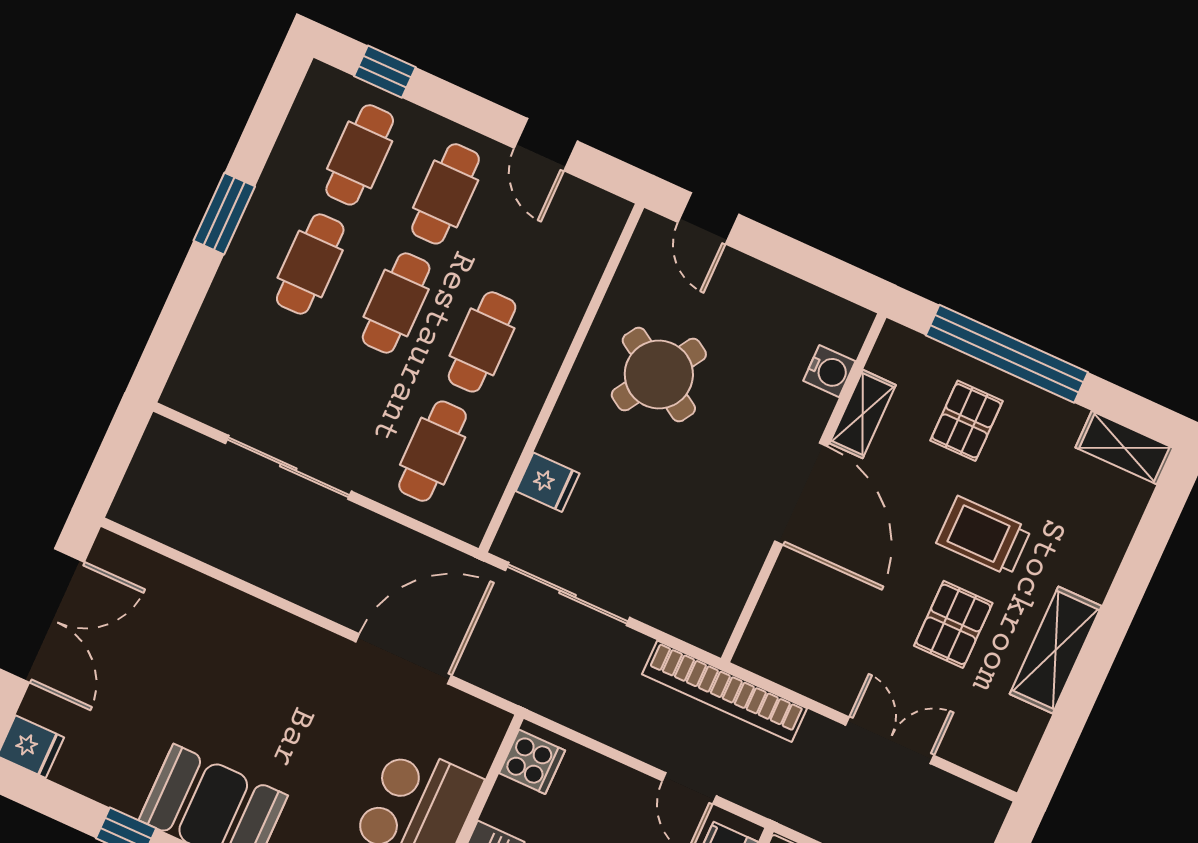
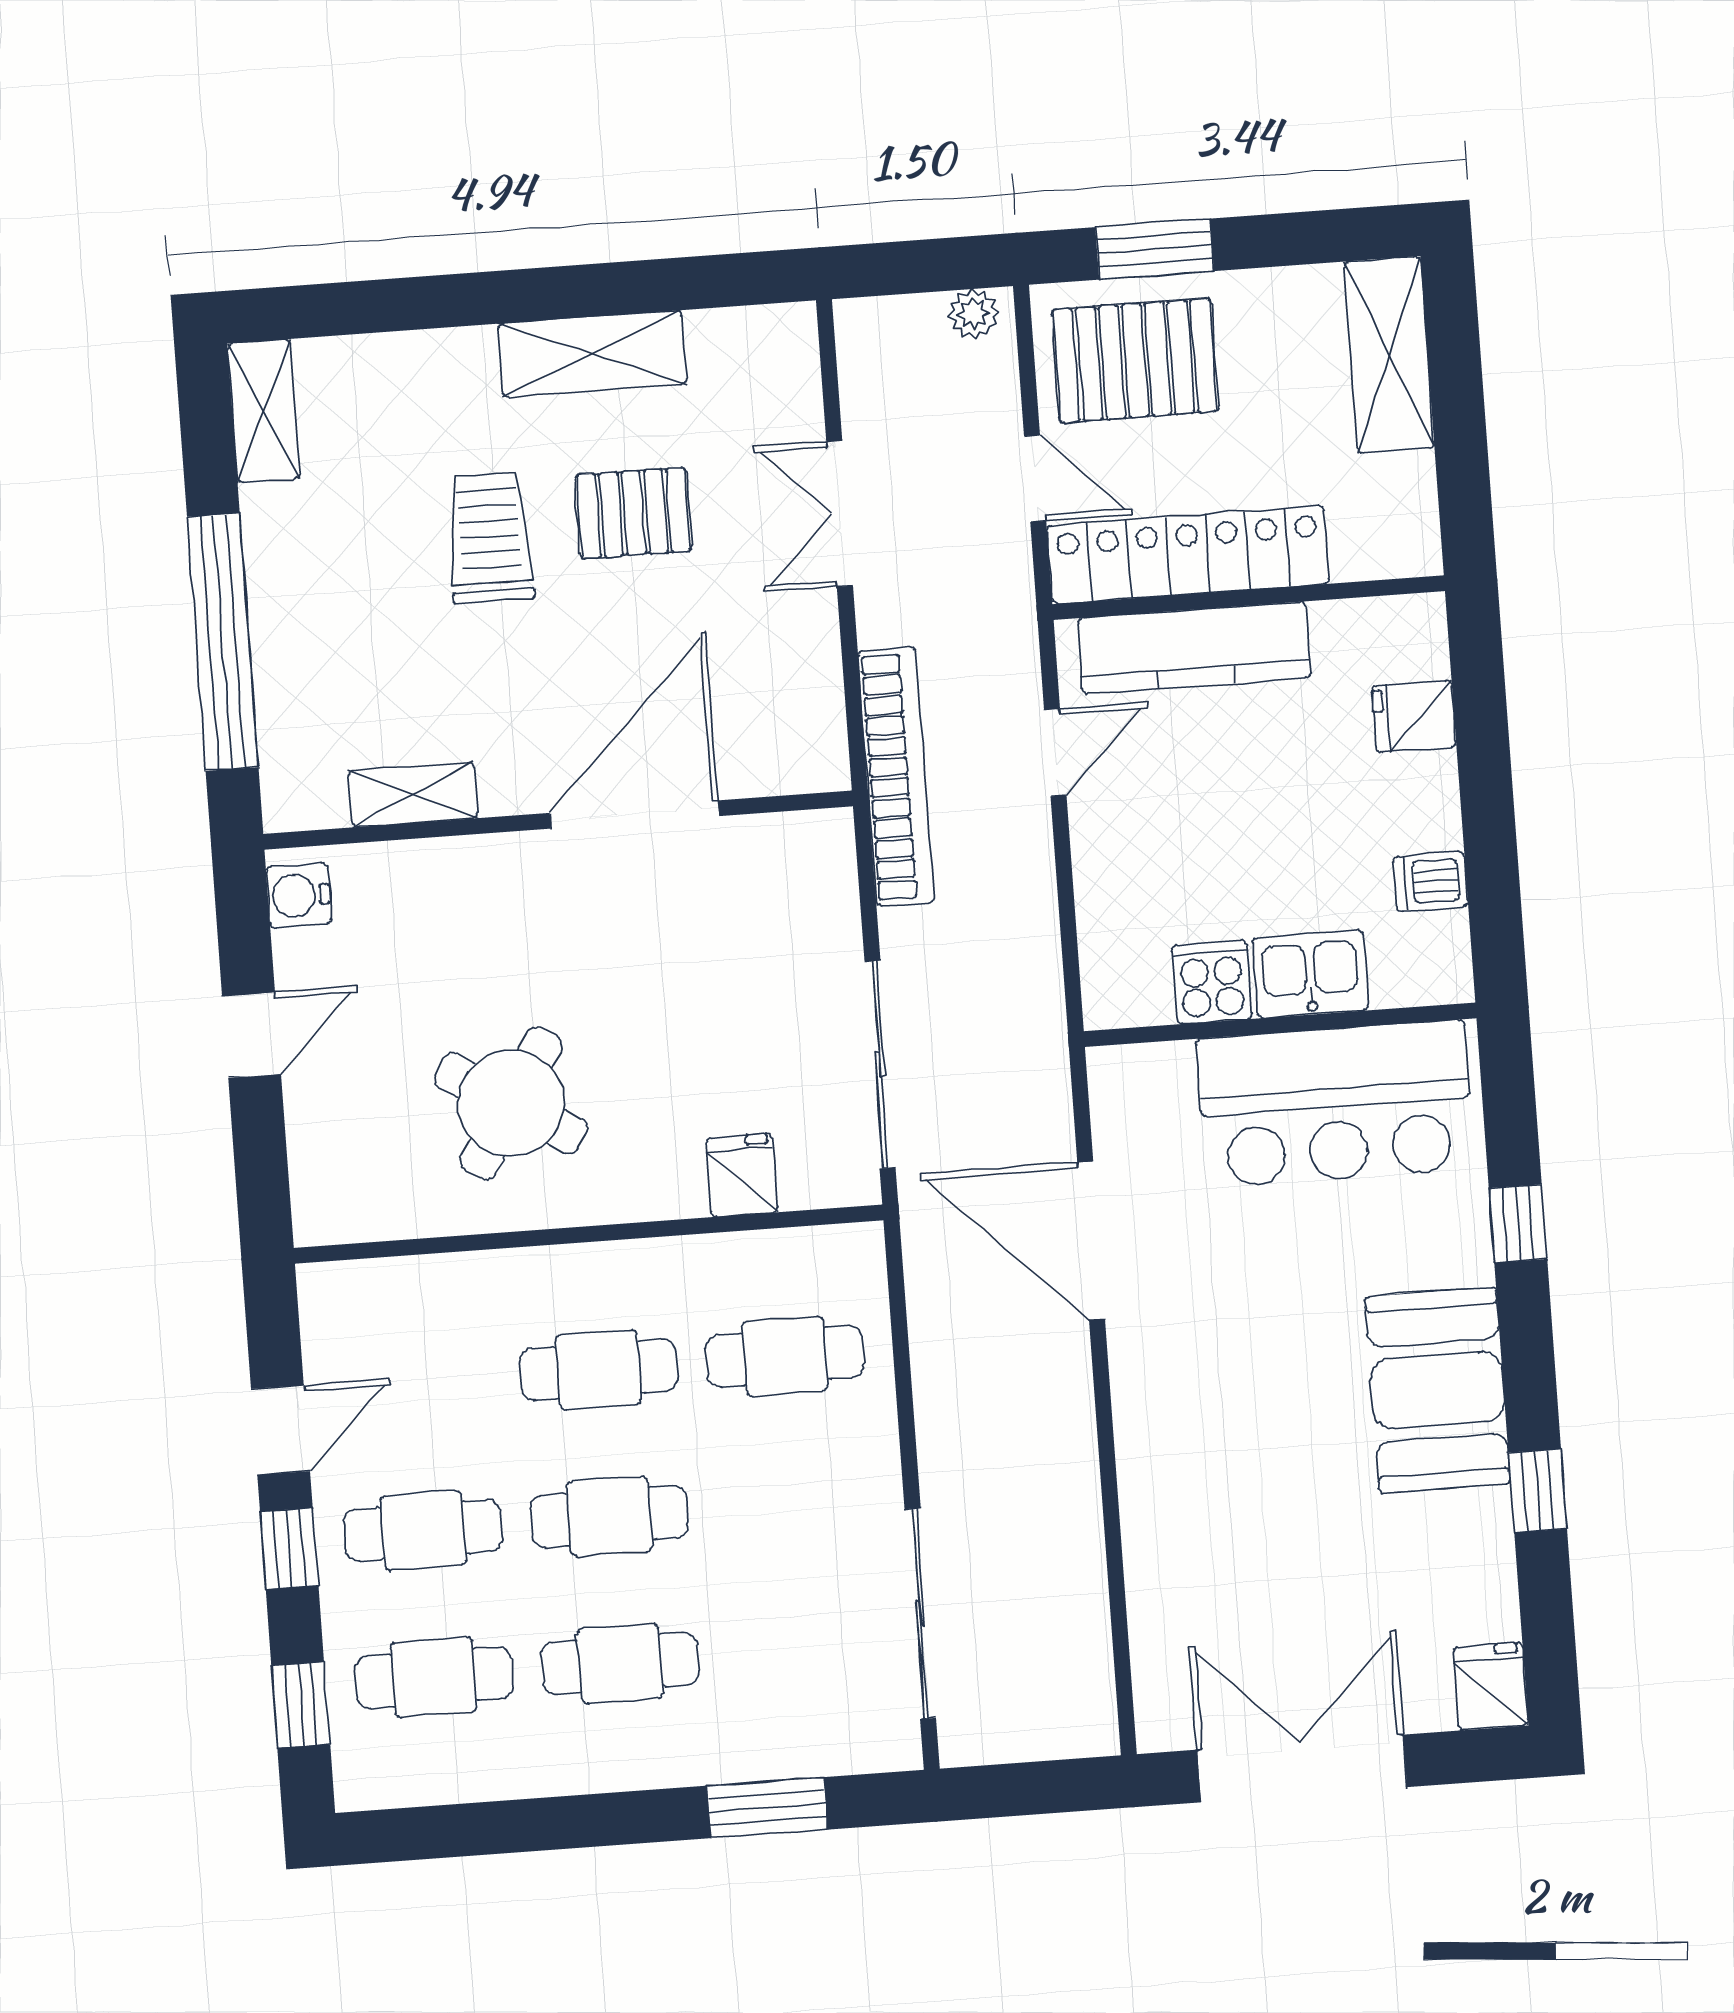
window: (476, 113) -> (289, 1549), added
window: (224, 214) -> (767, 1808), moved
door: (708, 218) -> (252, 1035), moved
water cooler: (829, 371) -> (299, 895), moved, turned -90
pallet: (966, 421) -> (345, 647), removed
sliding door: (288, 467) -> (920, 1614), moved
door: (801, 494) -> (634, 815), moved
trolley: (984, 536) -> (489, 537), turned 180
cooker: (532, 762) -> (1212, 982), moved

